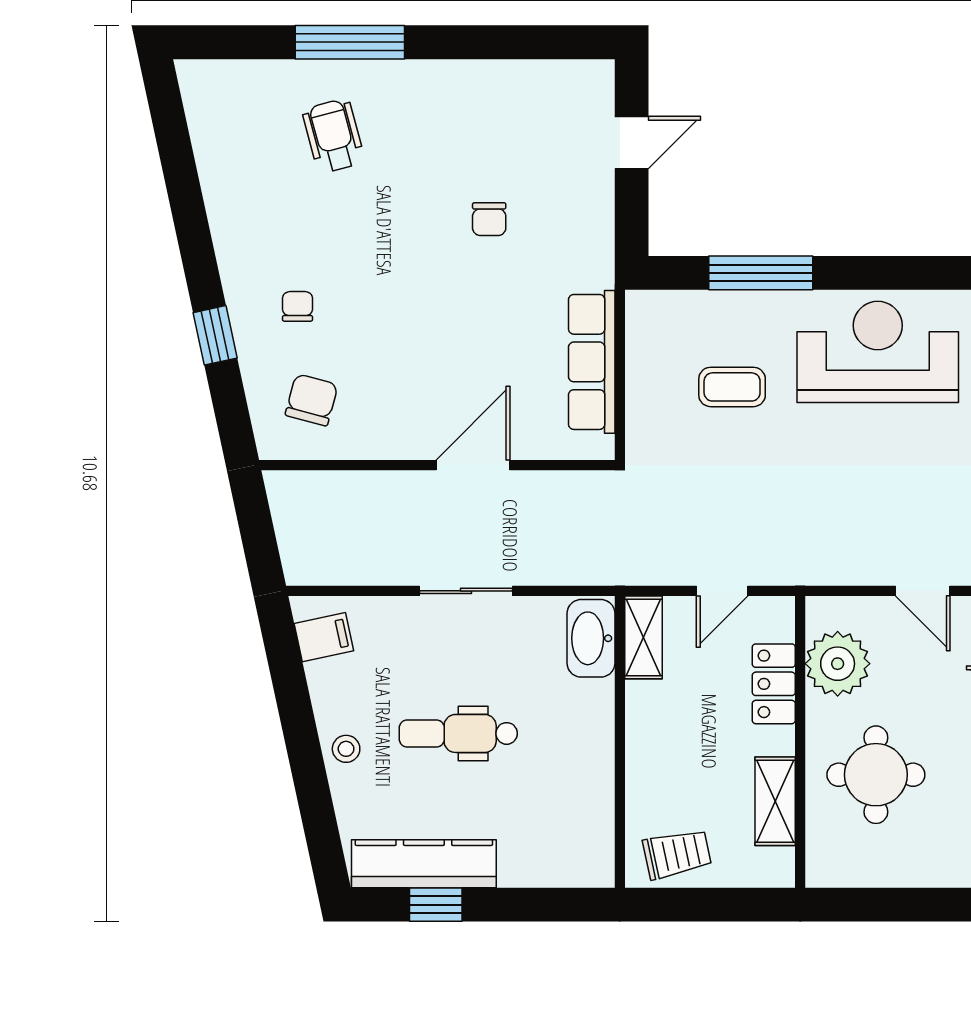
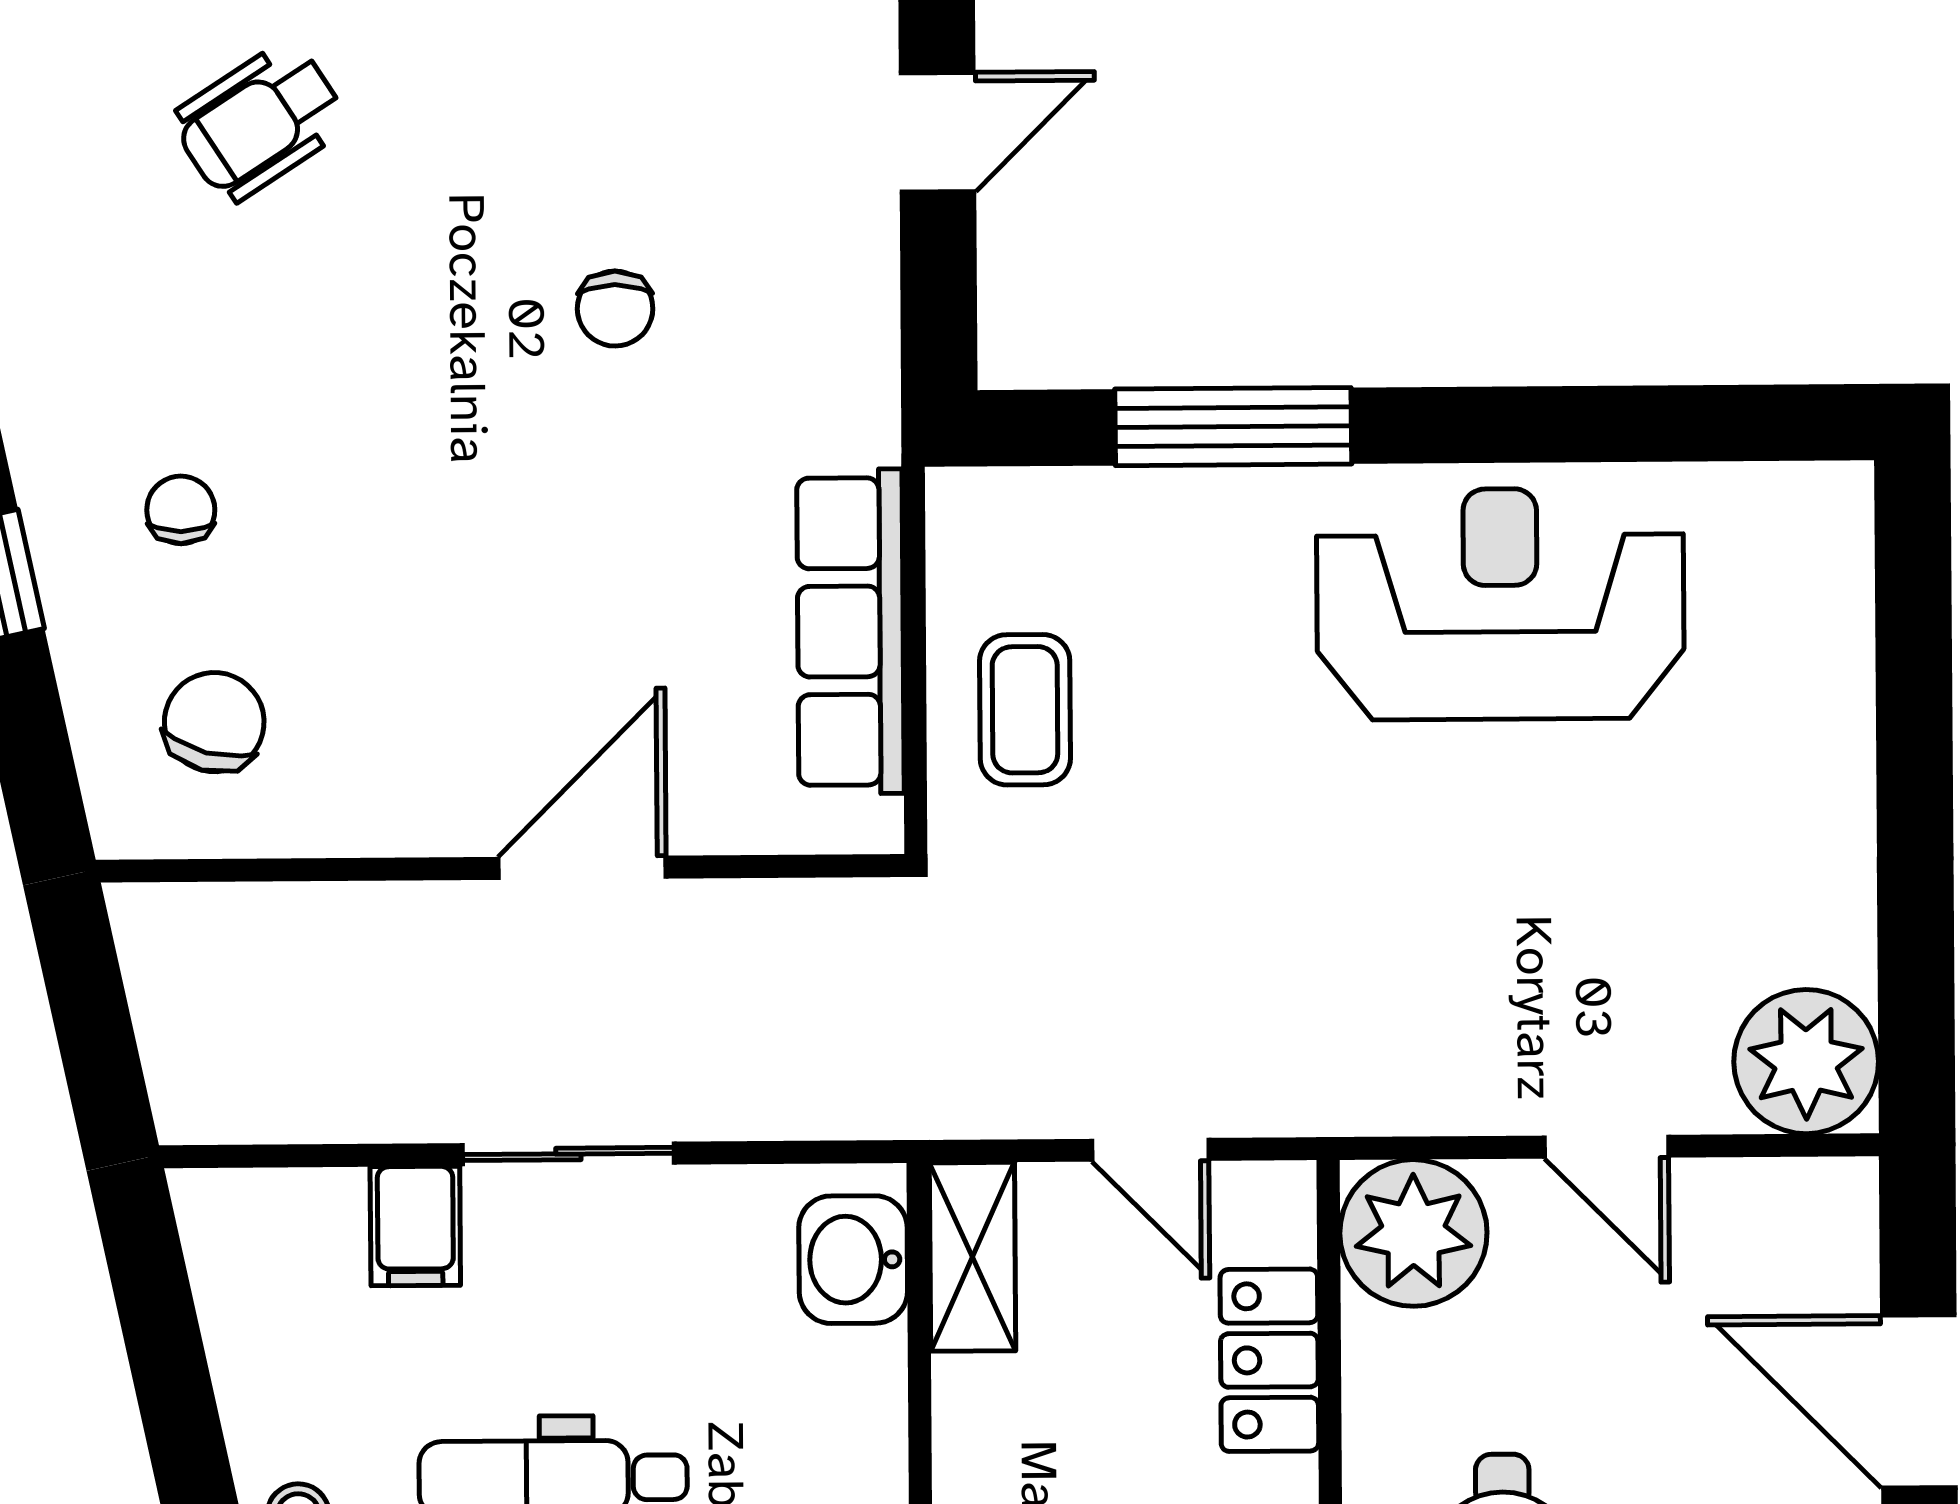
wheelchair: (333, 136) -> (260, 122), turned -108
coffee table: (732, 387) -> (1025, 710), moved, turned 90
door: (722, 591) -> (1150, 1150), hinge flipped
filing cabinet: (324, 637) -> (415, 1226), moved, turned 102
washbasin: (591, 638) -> (853, 1260), width x0.72
plant: (838, 664) -> (1413, 1233), moved

